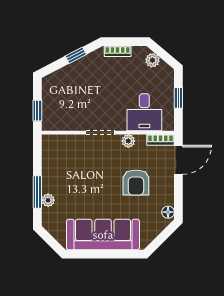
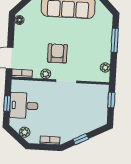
desk: (144, 112) -> (24, 106), moved, turned -90
armchair: (136, 182) -> (57, 53), moved
plant: (48, 200) -> (105, 67), moved

